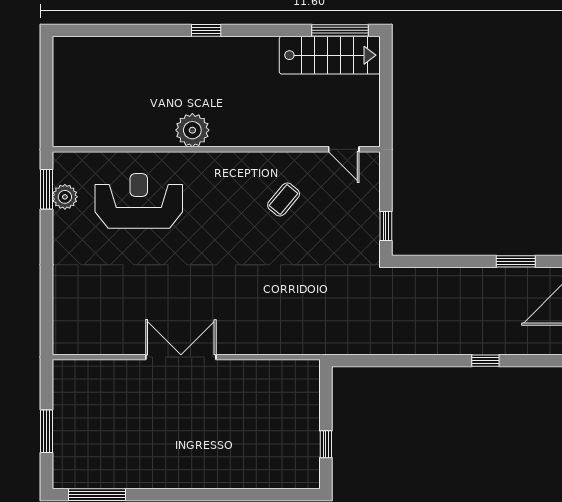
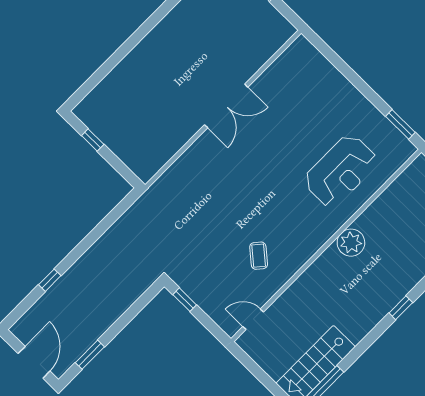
plant: (65, 197) -> (385, 131), removed

